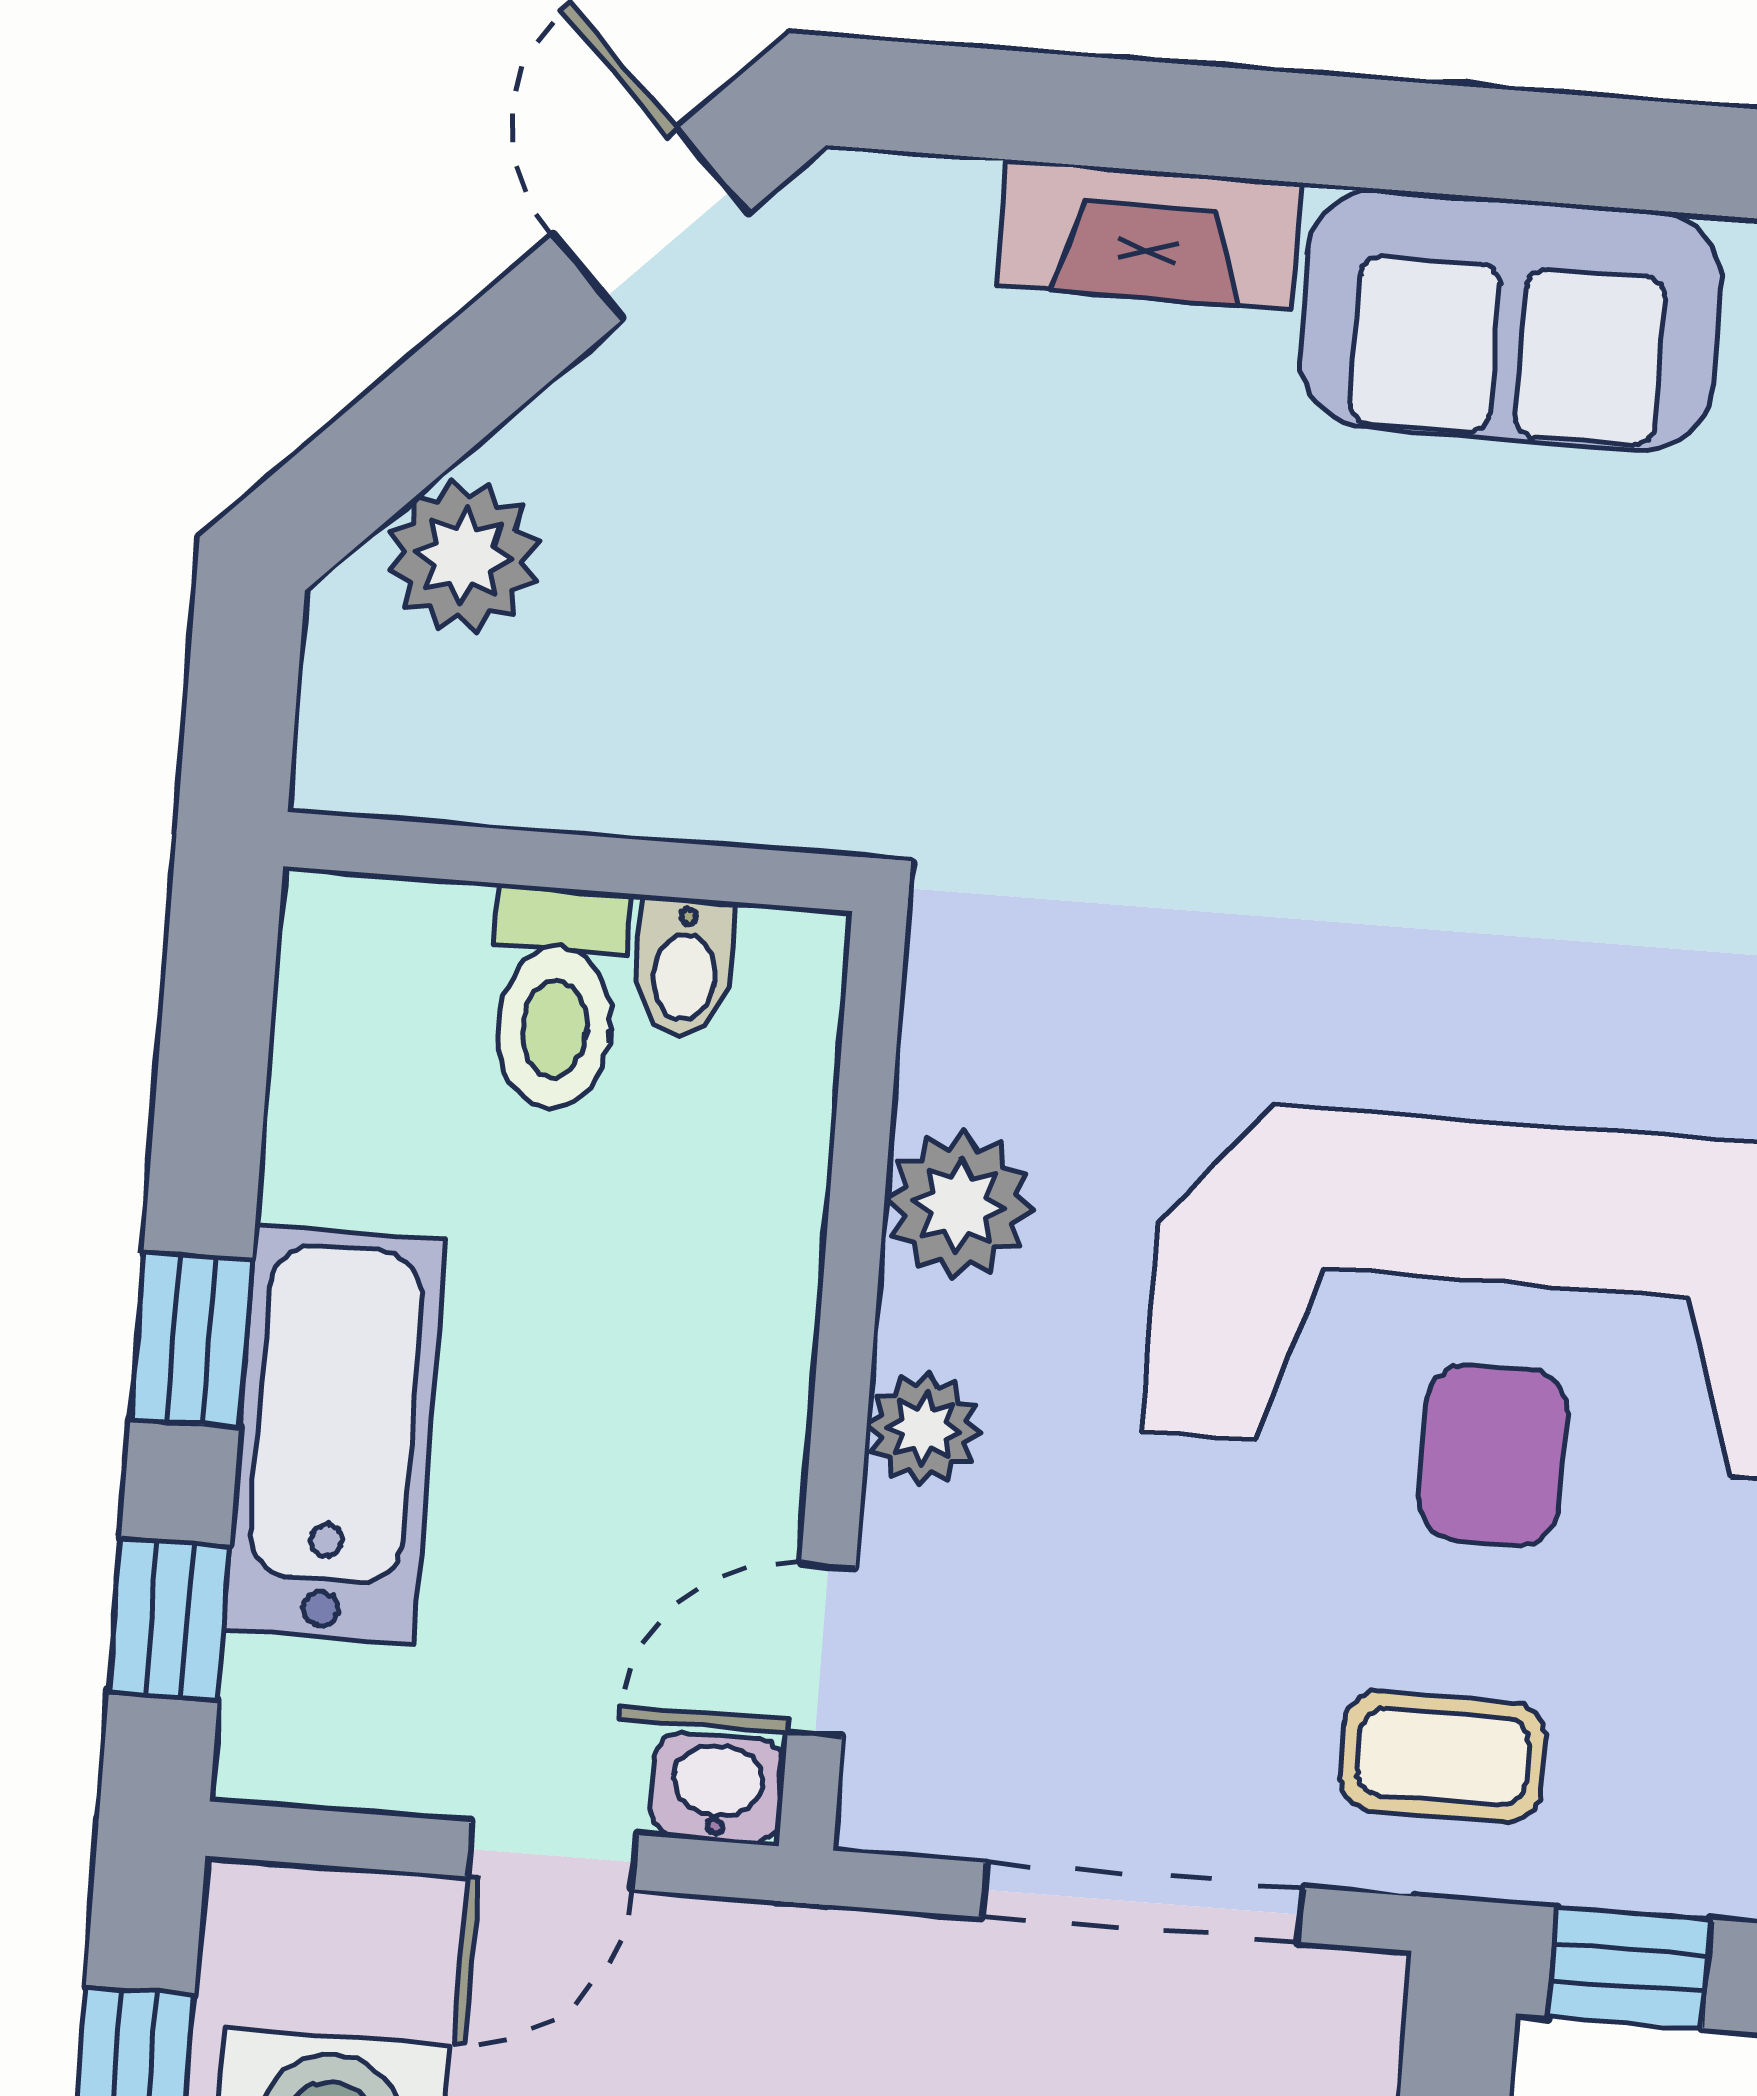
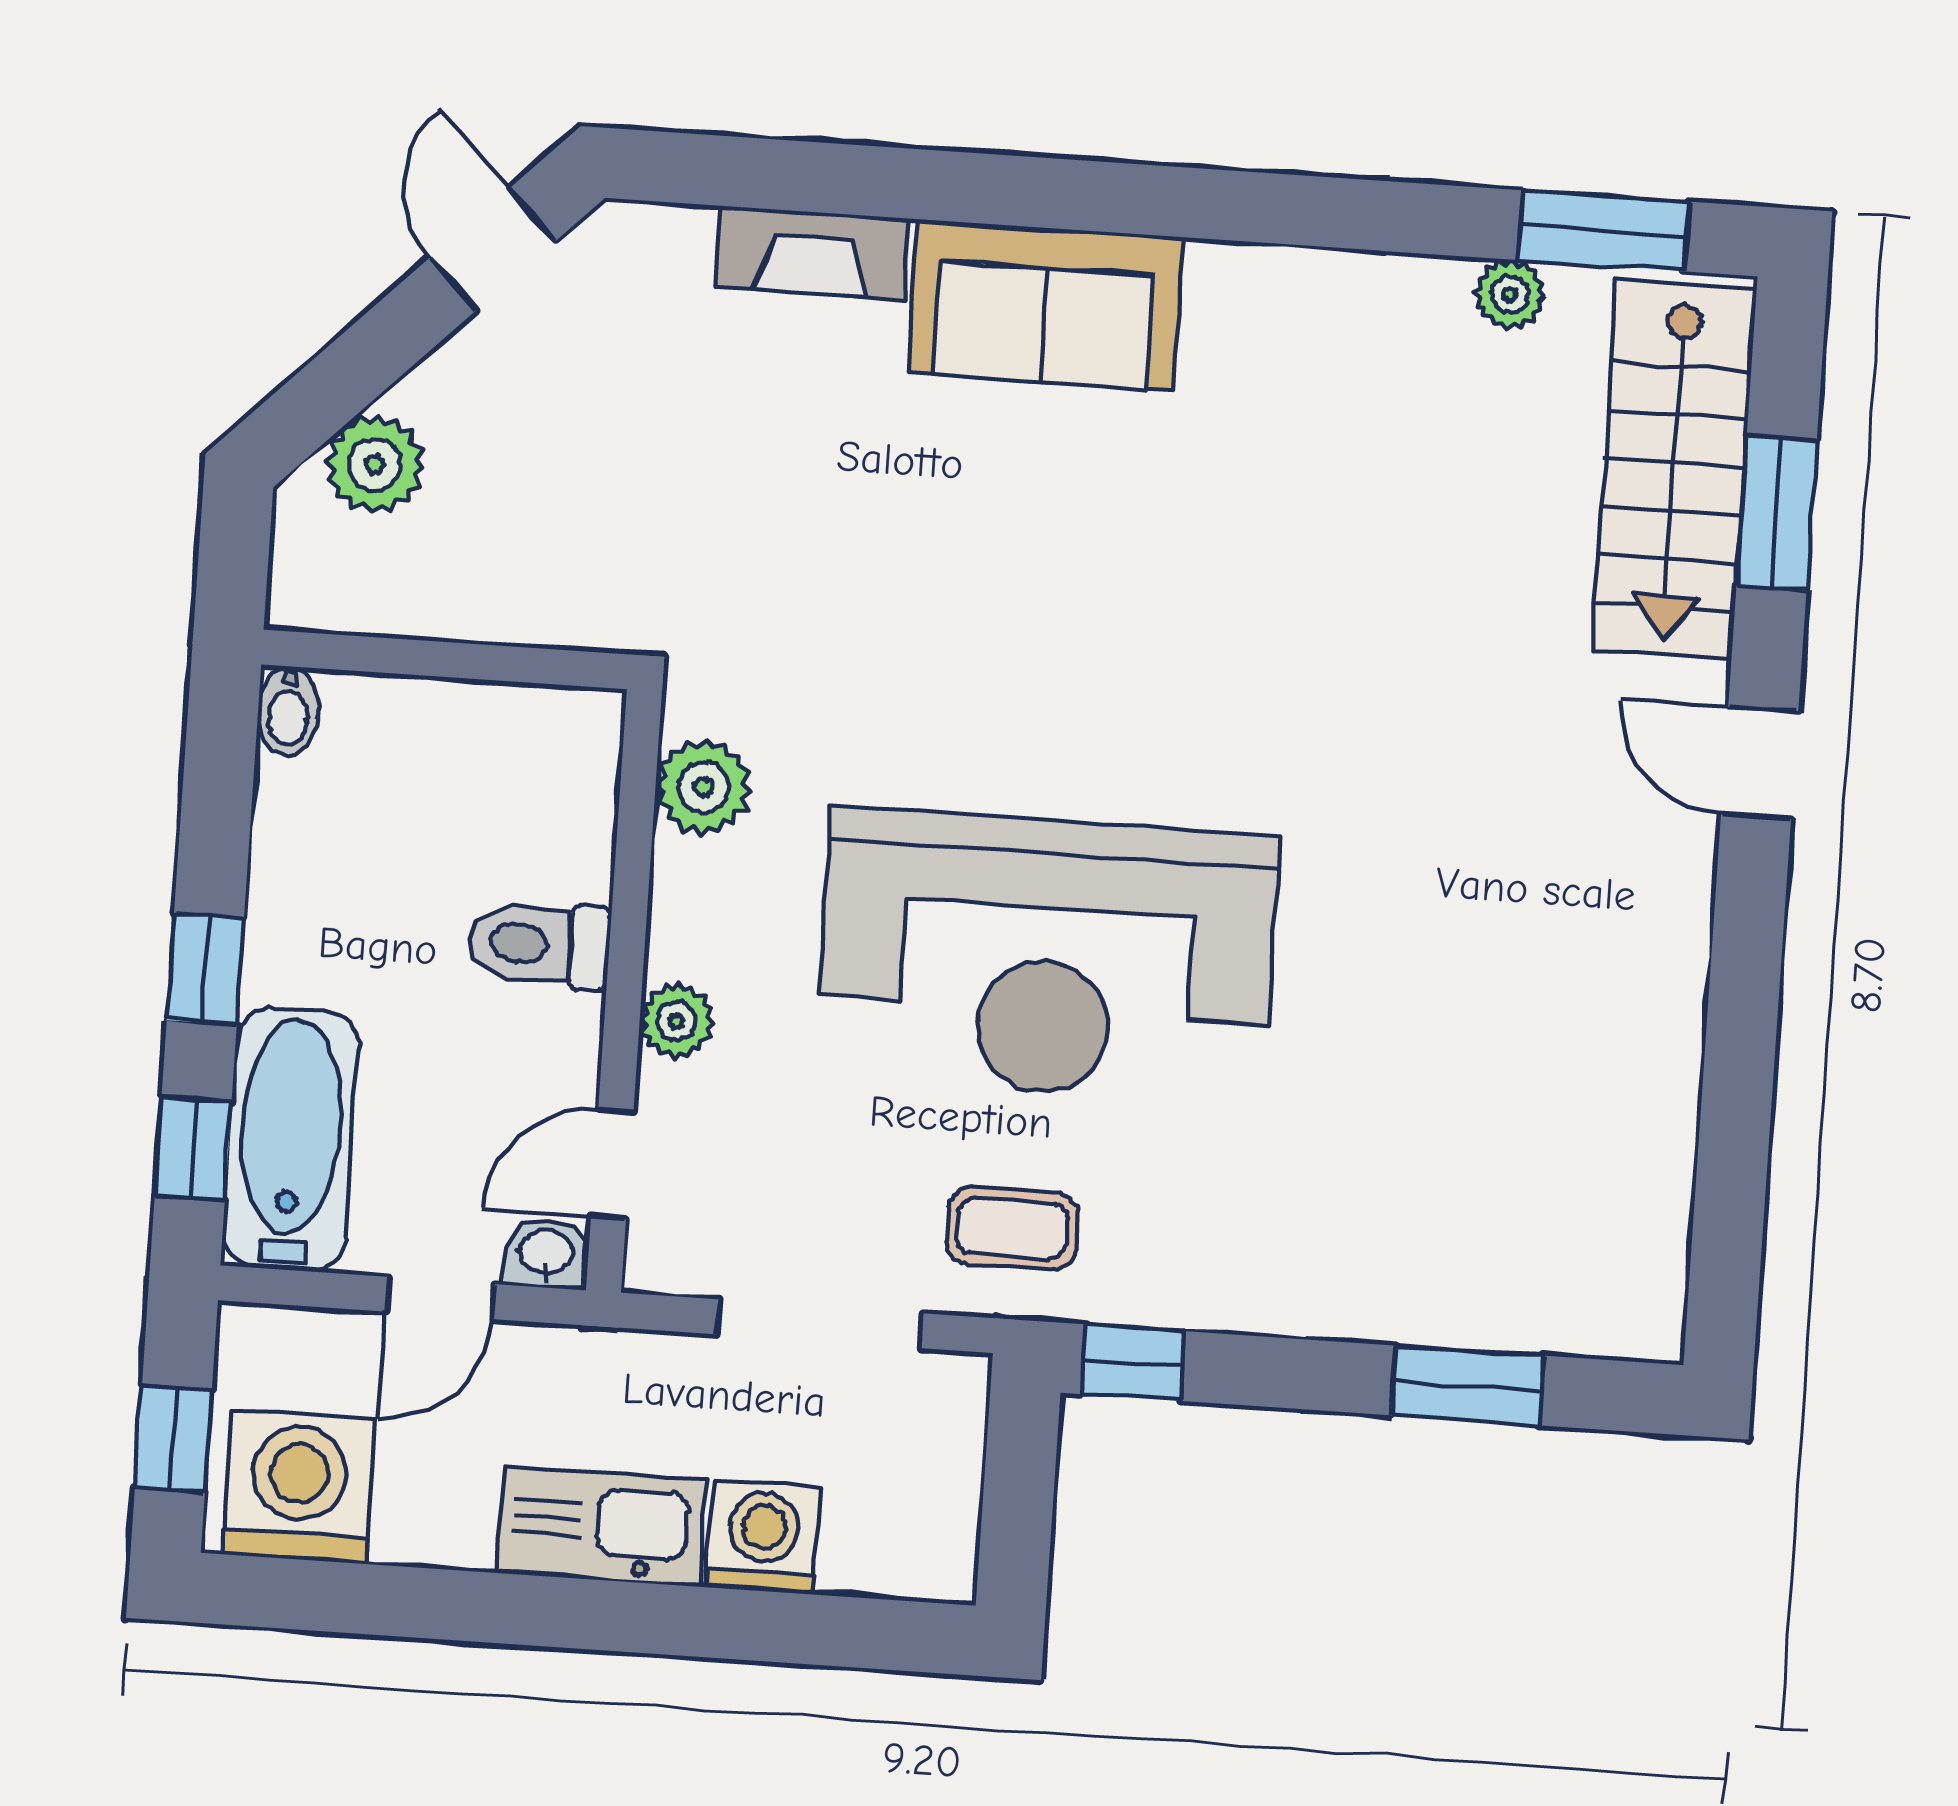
bidet: (684, 968) -> (288, 711), moved
toilet: (557, 998) -> (539, 945), moved, turned 90
plant: (959, 1205) -> (703, 787), moved
bathtub: (335, 1435) -> (290, 1139), moved

